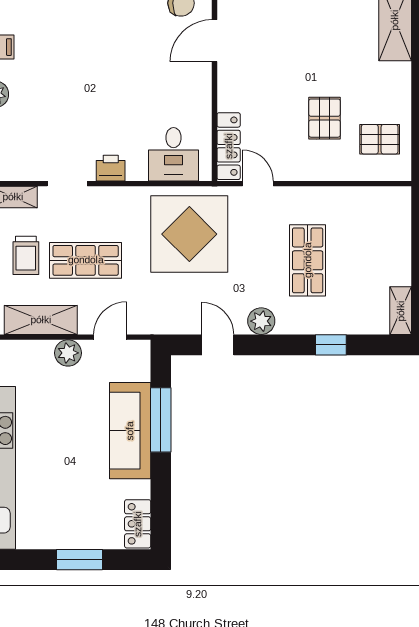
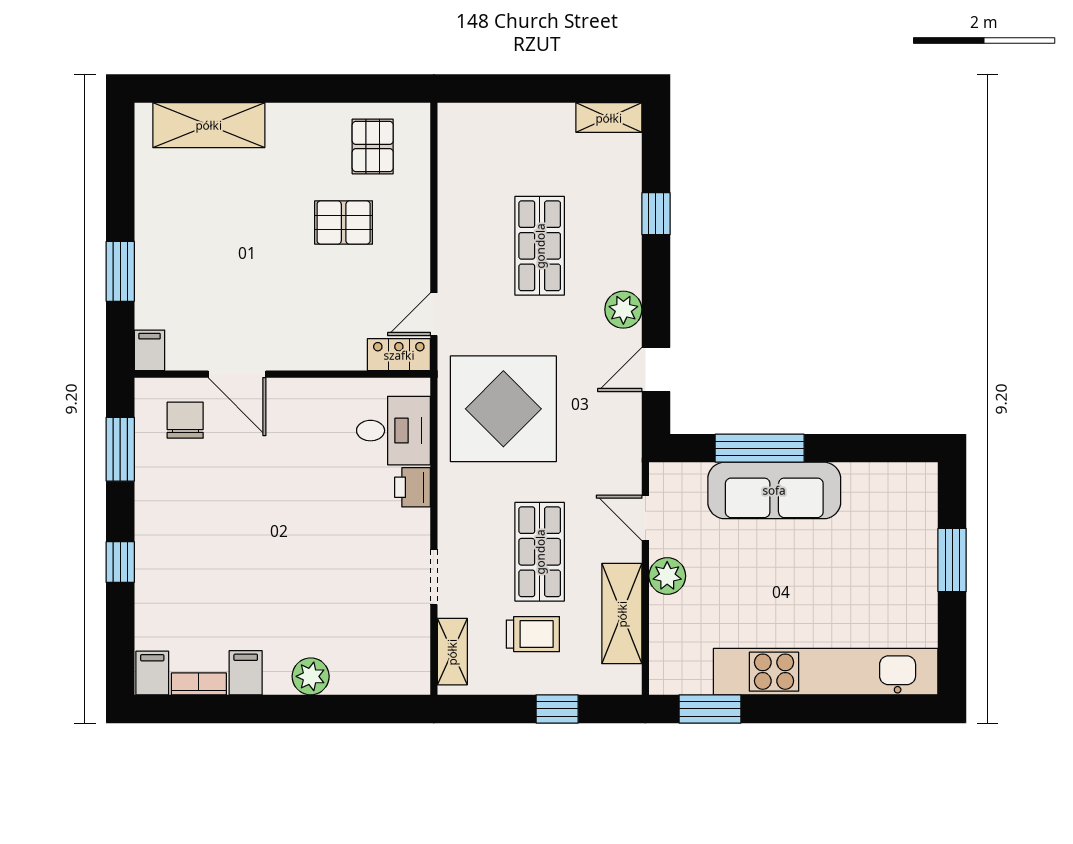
locker: (229, 146) -> (399, 355), width x0.66
printer: (111, 168) -> (413, 487), moved
shop shelf: (308, 260) -> (540, 246), turned 90
locker: (138, 524) -> (903, 480), removed

